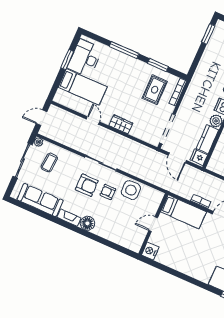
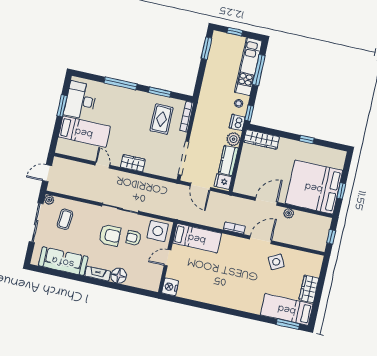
bed: (183, 212) -> (197, 238), moved
door: (153, 224) -> (167, 258), moved
wall: (153, 224) -> (167, 258), moved
nightstand: (150, 251) -> (170, 287), moved

